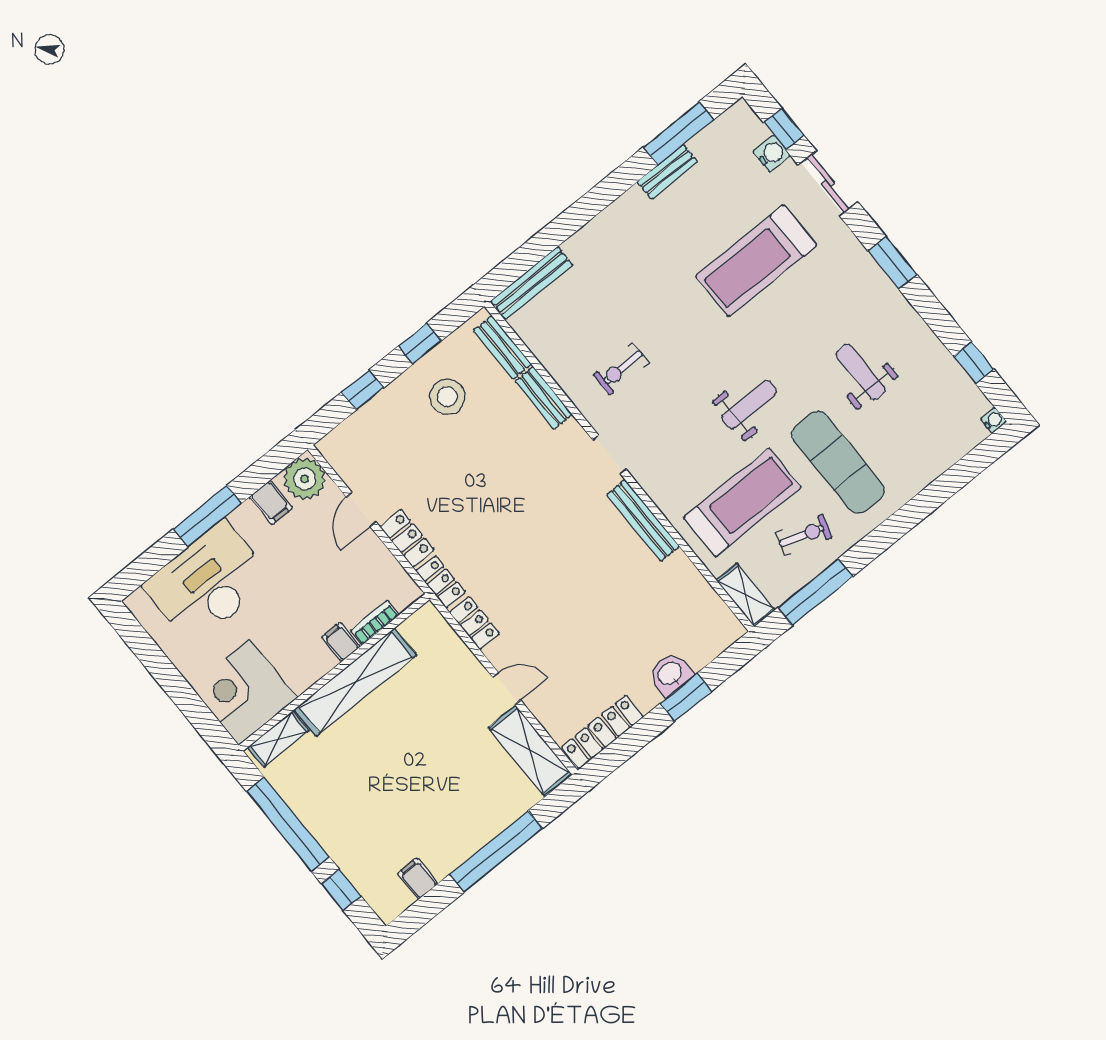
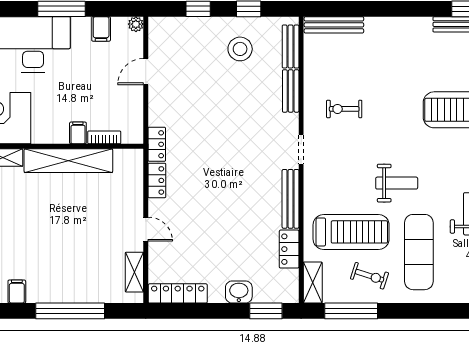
plant: (305, 479) -> (136, 24), width x0.53, depth x0.53
locker: (407, 538) -> (289, 249), moved, turned 180
window: (686, 697) -> (266, 311), moved
shelving: (530, 751) -> (134, 272), width x0.67, depth x0.75

